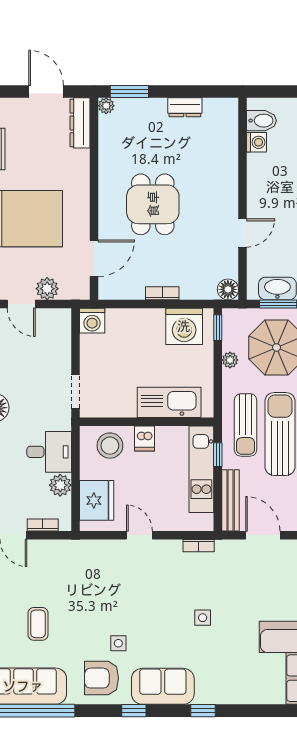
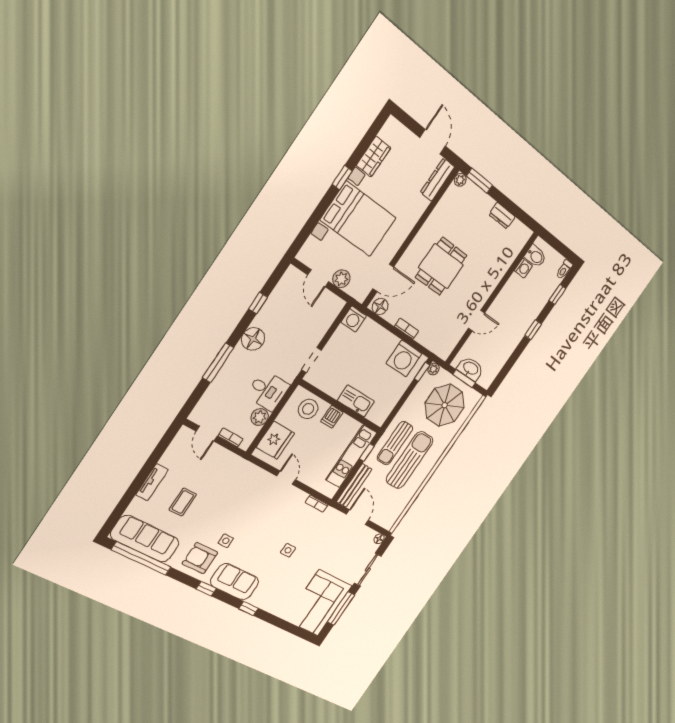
floor lamp: (228, 289) -> (380, 306), moved
plant: (230, 360) -> (434, 369), moved
kitchen sink: (169, 402) -> (356, 401), width x0.73, depth x0.81

